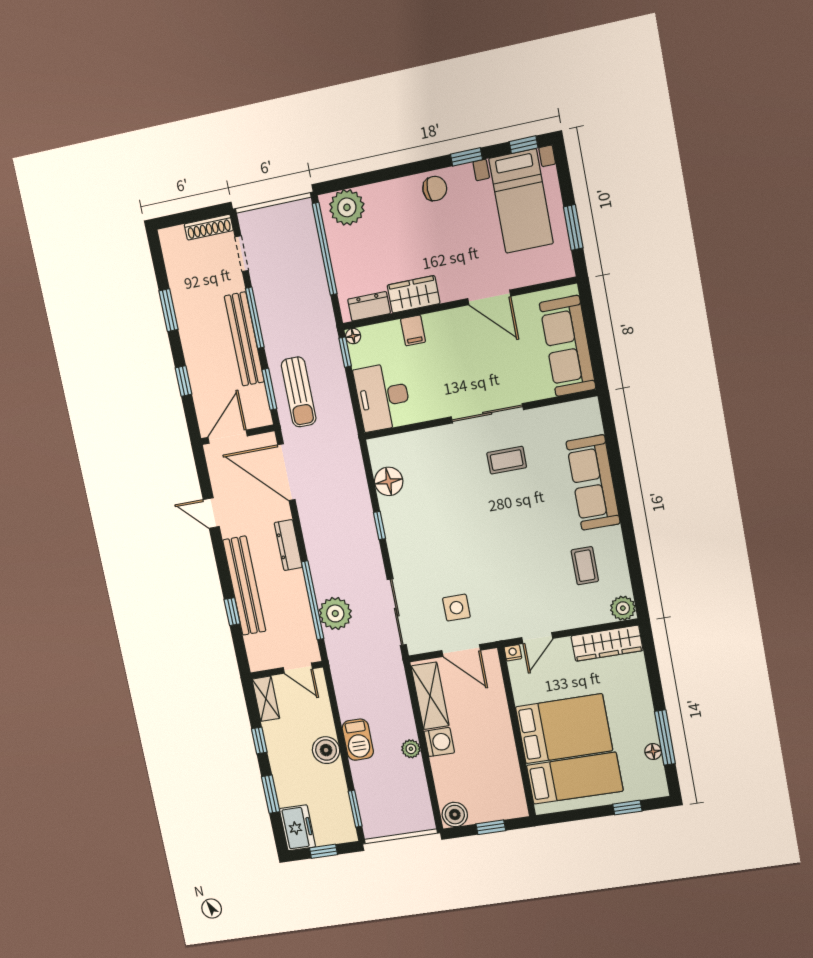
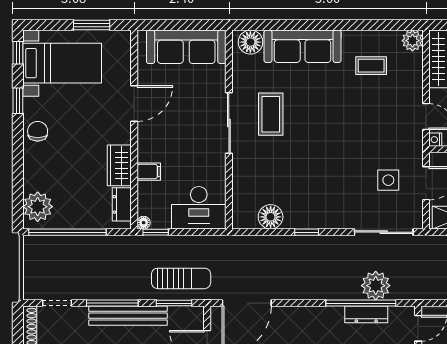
floor lamp: (587, 421) -> (250, 42), added
coffee table: (507, 460) -> (271, 114), width x1.36, depth x1.30
dresser: (288, 545) -> (366, 314), moved

